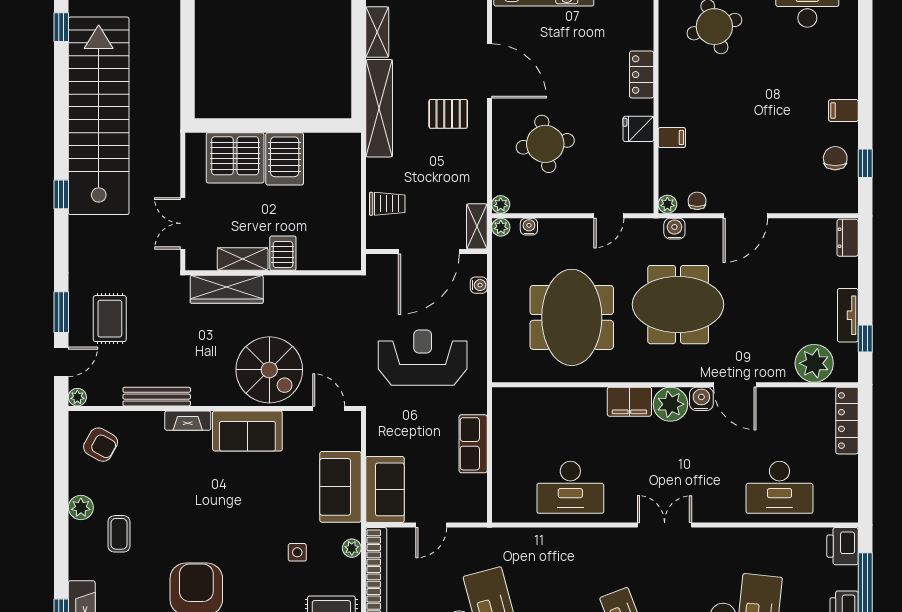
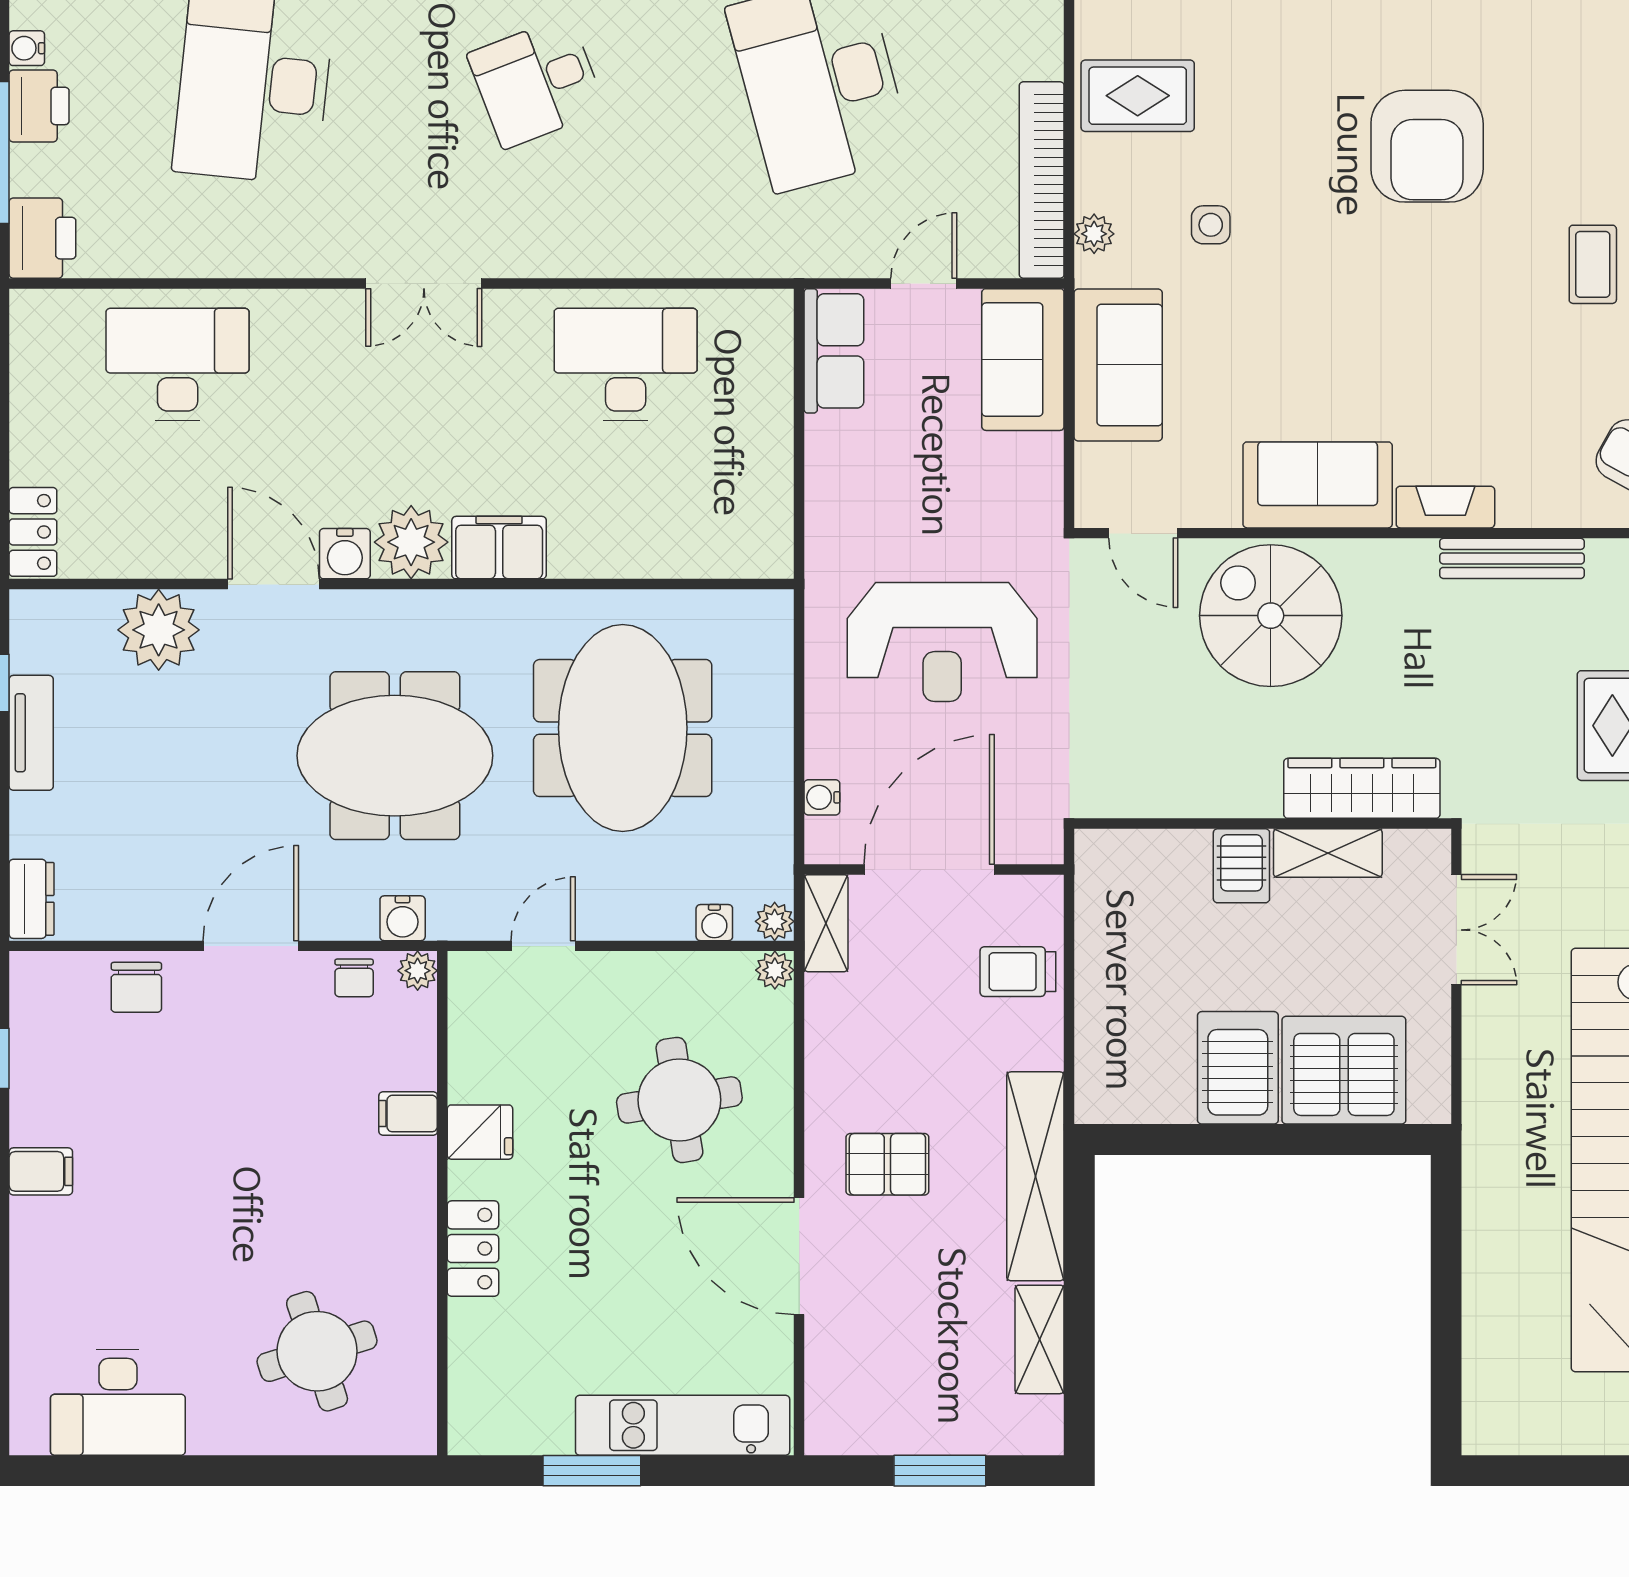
chair: (835, 158) -> (136, 987), moved
plant: (814, 363) -> (159, 630), moved
locker: (847, 421) -> (33, 532), width x0.66
row of seats: (473, 444) -> (834, 351), moved

